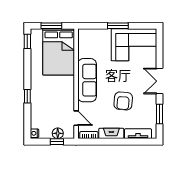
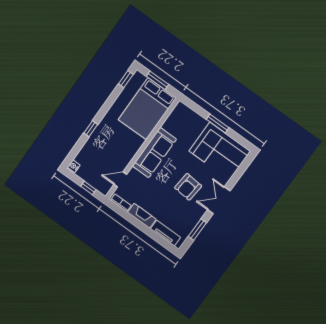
armchair: (123, 101) -> (188, 187), moved
door: (76, 118) -> (120, 179), swing flipped
floor lamp: (58, 133) -> (94, 181), removed

